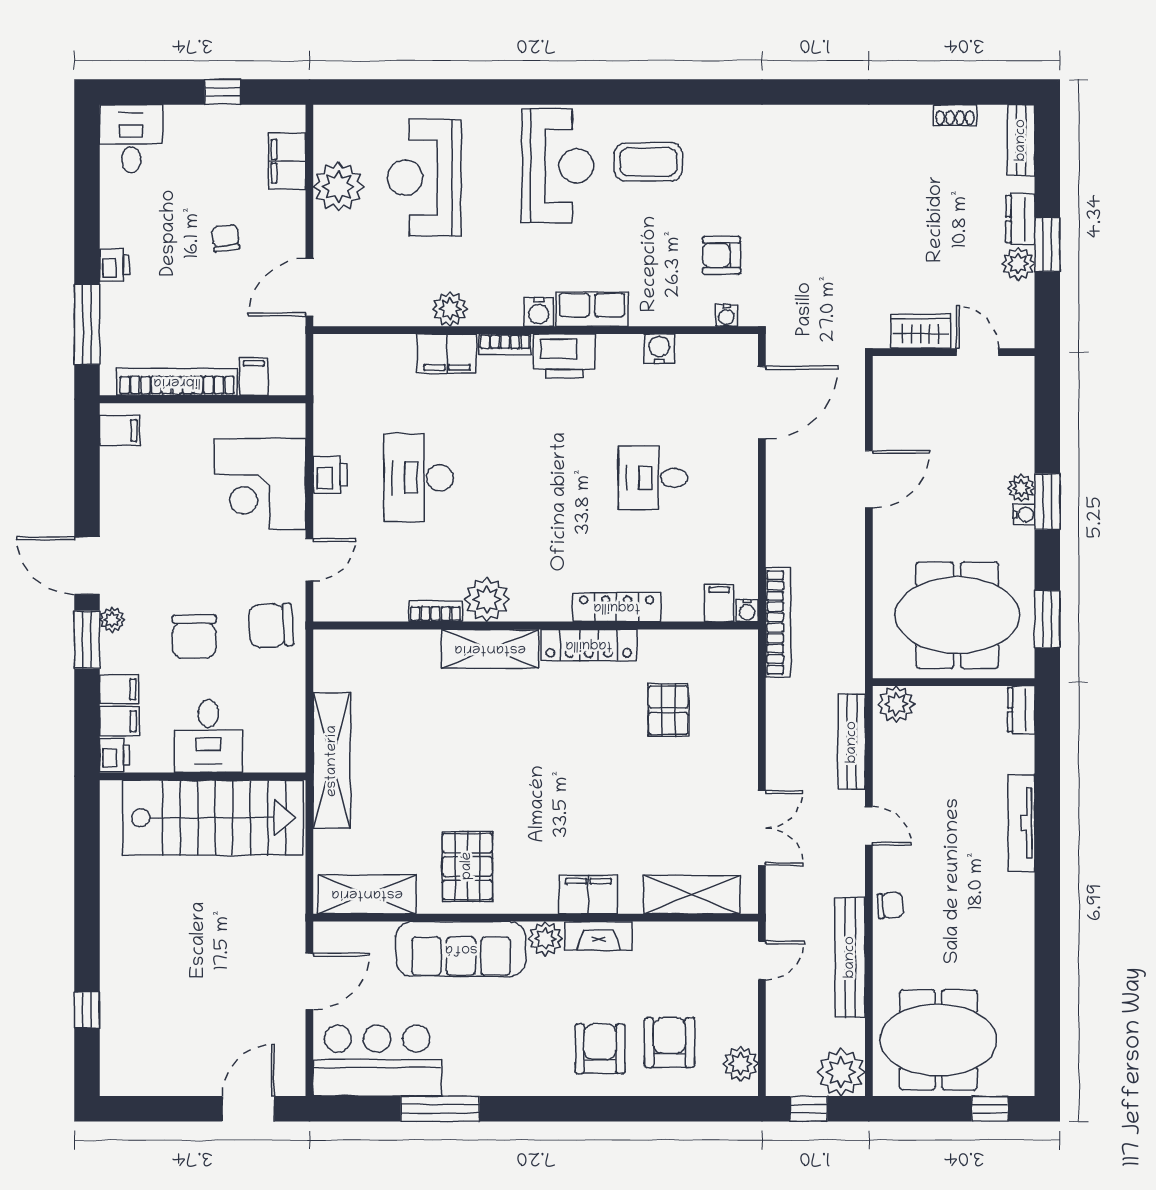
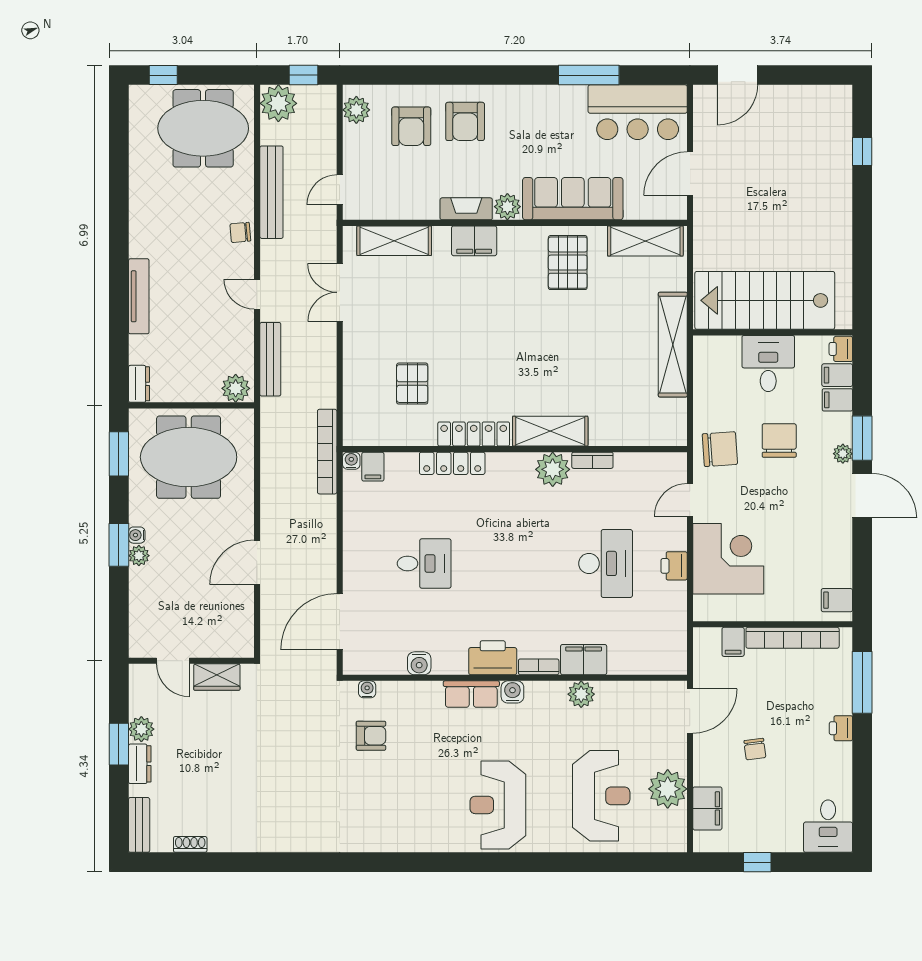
coffee table: (648, 162) -> (428, 808), removed

